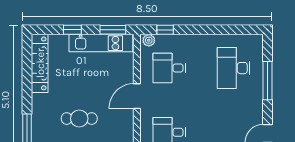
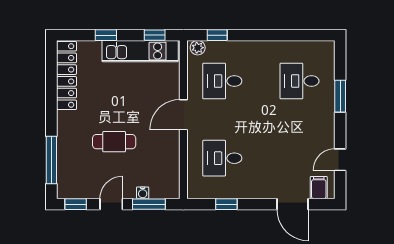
window: (113, 30) -> (155, 35), width x0.67
desk: (234, 68) -> (299, 81), width x0.73
window: (267, 81) -> (340, 96), width x0.69

